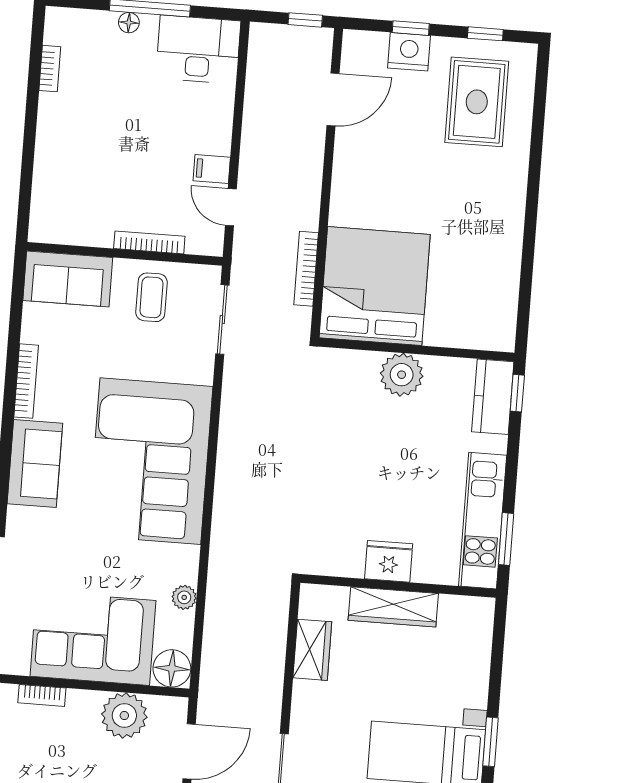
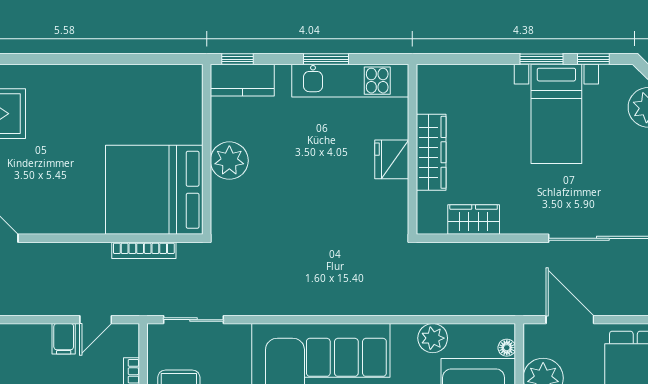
window: (506, 539) -> (326, 59), moved
plant: (184, 597) -> (433, 338), width x1.38, depth x1.38
floor lamp: (172, 668) -> (507, 348), width x0.53, depth x0.53

